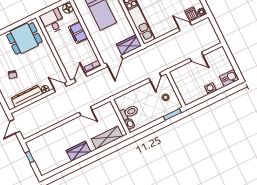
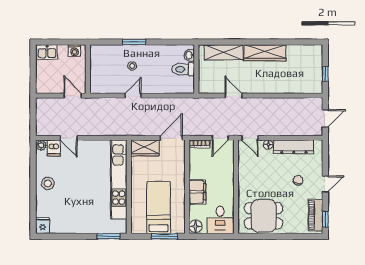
wall: (176, 90) -> (88, 69), moved
wardrobe: (78, 151) -> (265, 53), width x1.50

